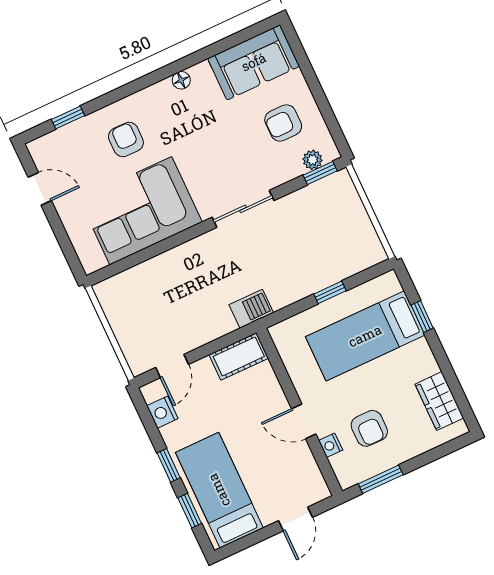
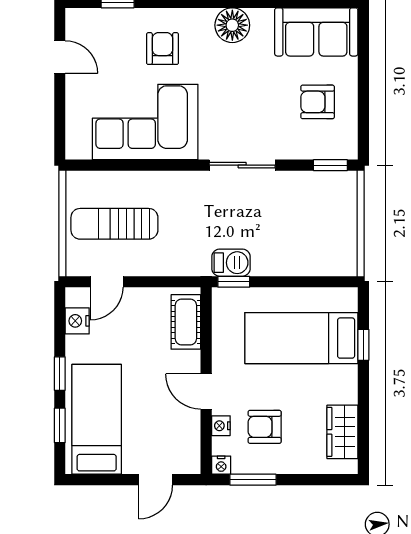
floor lamp: (181, 80) -> (232, 25), width x1.89, depth x1.89
plant: (312, 160) -> (329, 149), removed
window: (330, 292) -> (234, 282), moved
barbecue: (251, 309) -> (231, 263), moved
sun lounger: (155, 312) -> (114, 224), added
cot: (239, 356) -> (186, 322), moved, turned 90
armchair: (369, 428) -> (265, 427), turned 90
nightstand: (347, 480) -> (221, 465), added

